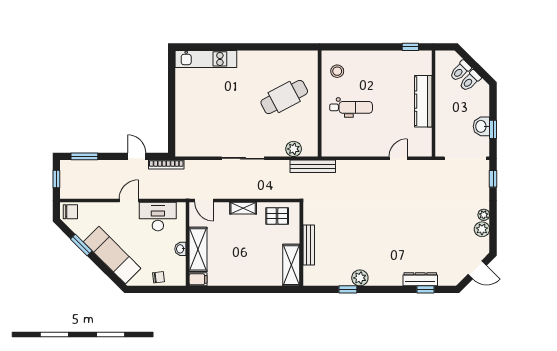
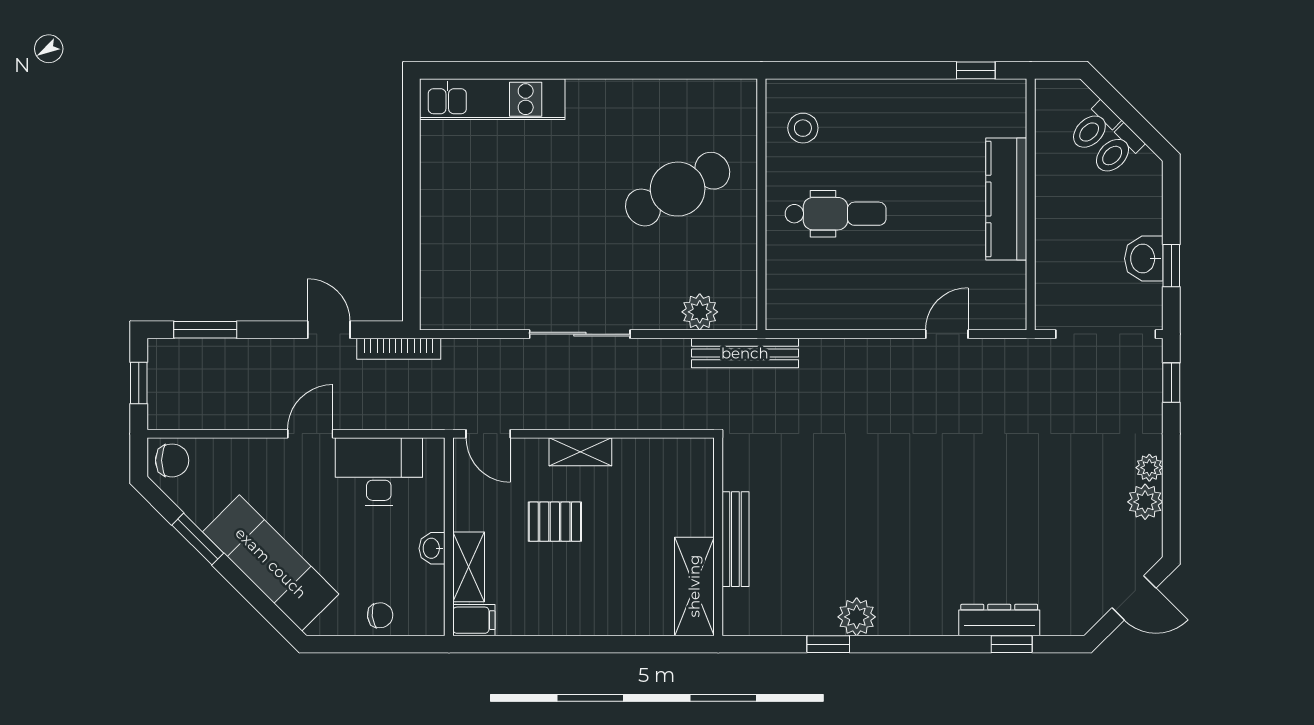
pallet: (277, 216) -> (555, 522), moved
shelving: (198, 249) -> (469, 567), width x0.67, depth x0.75

